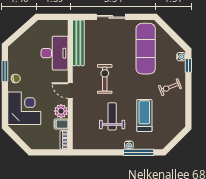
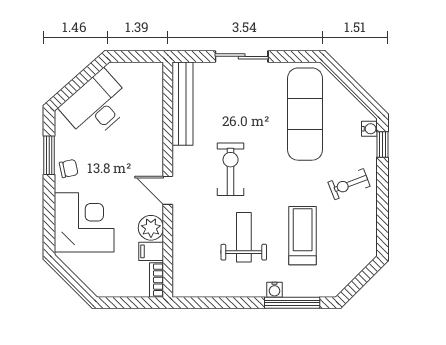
desk: (55, 53) -> (96, 106), moved, turned -132

